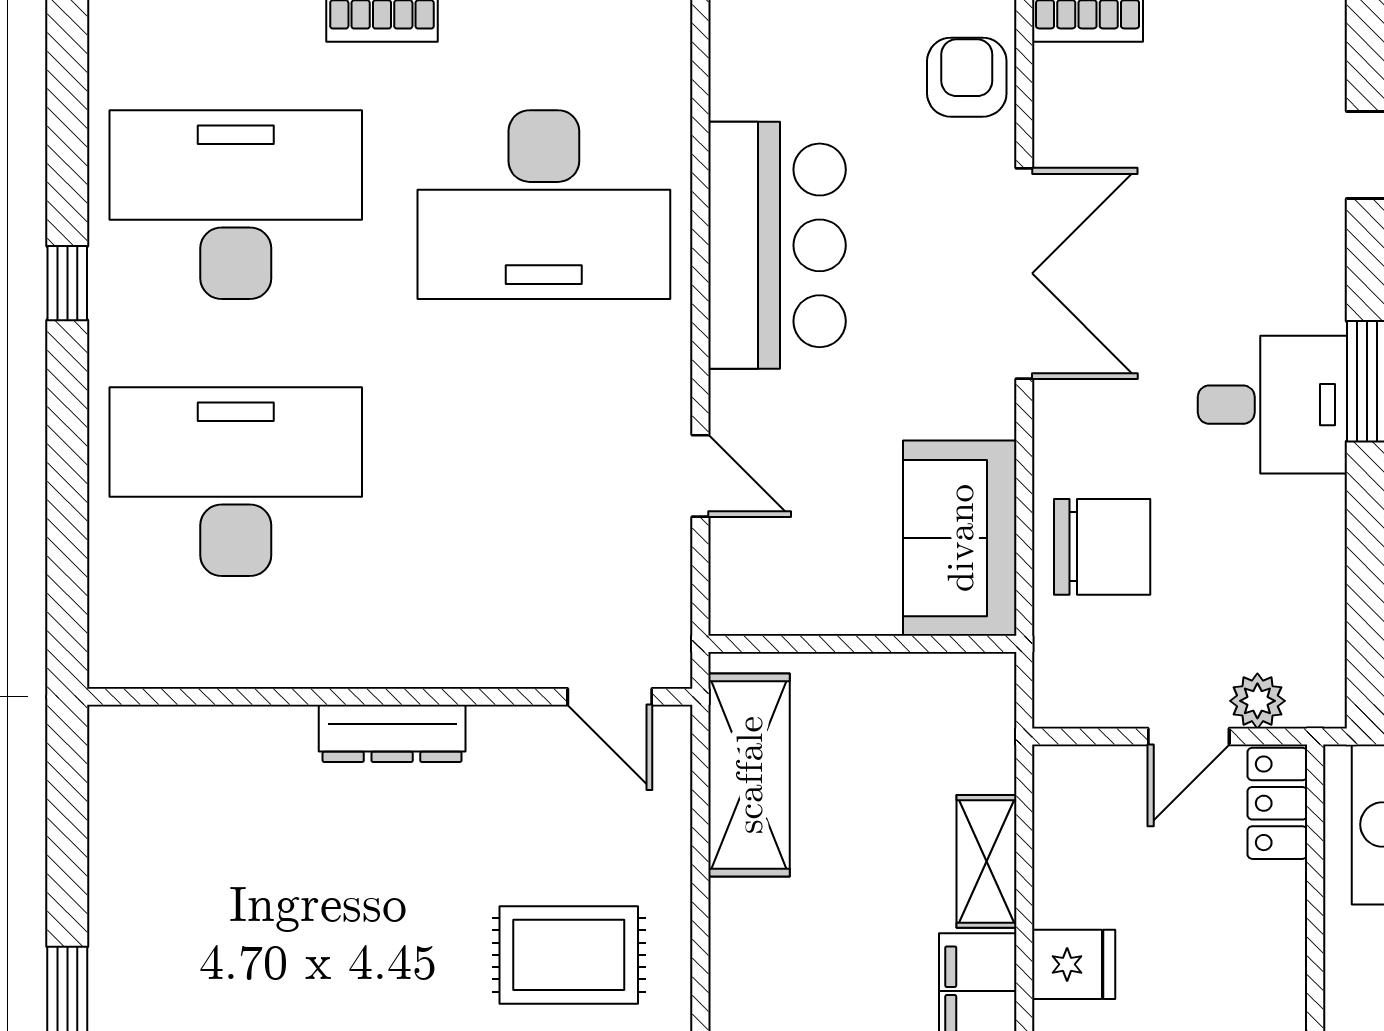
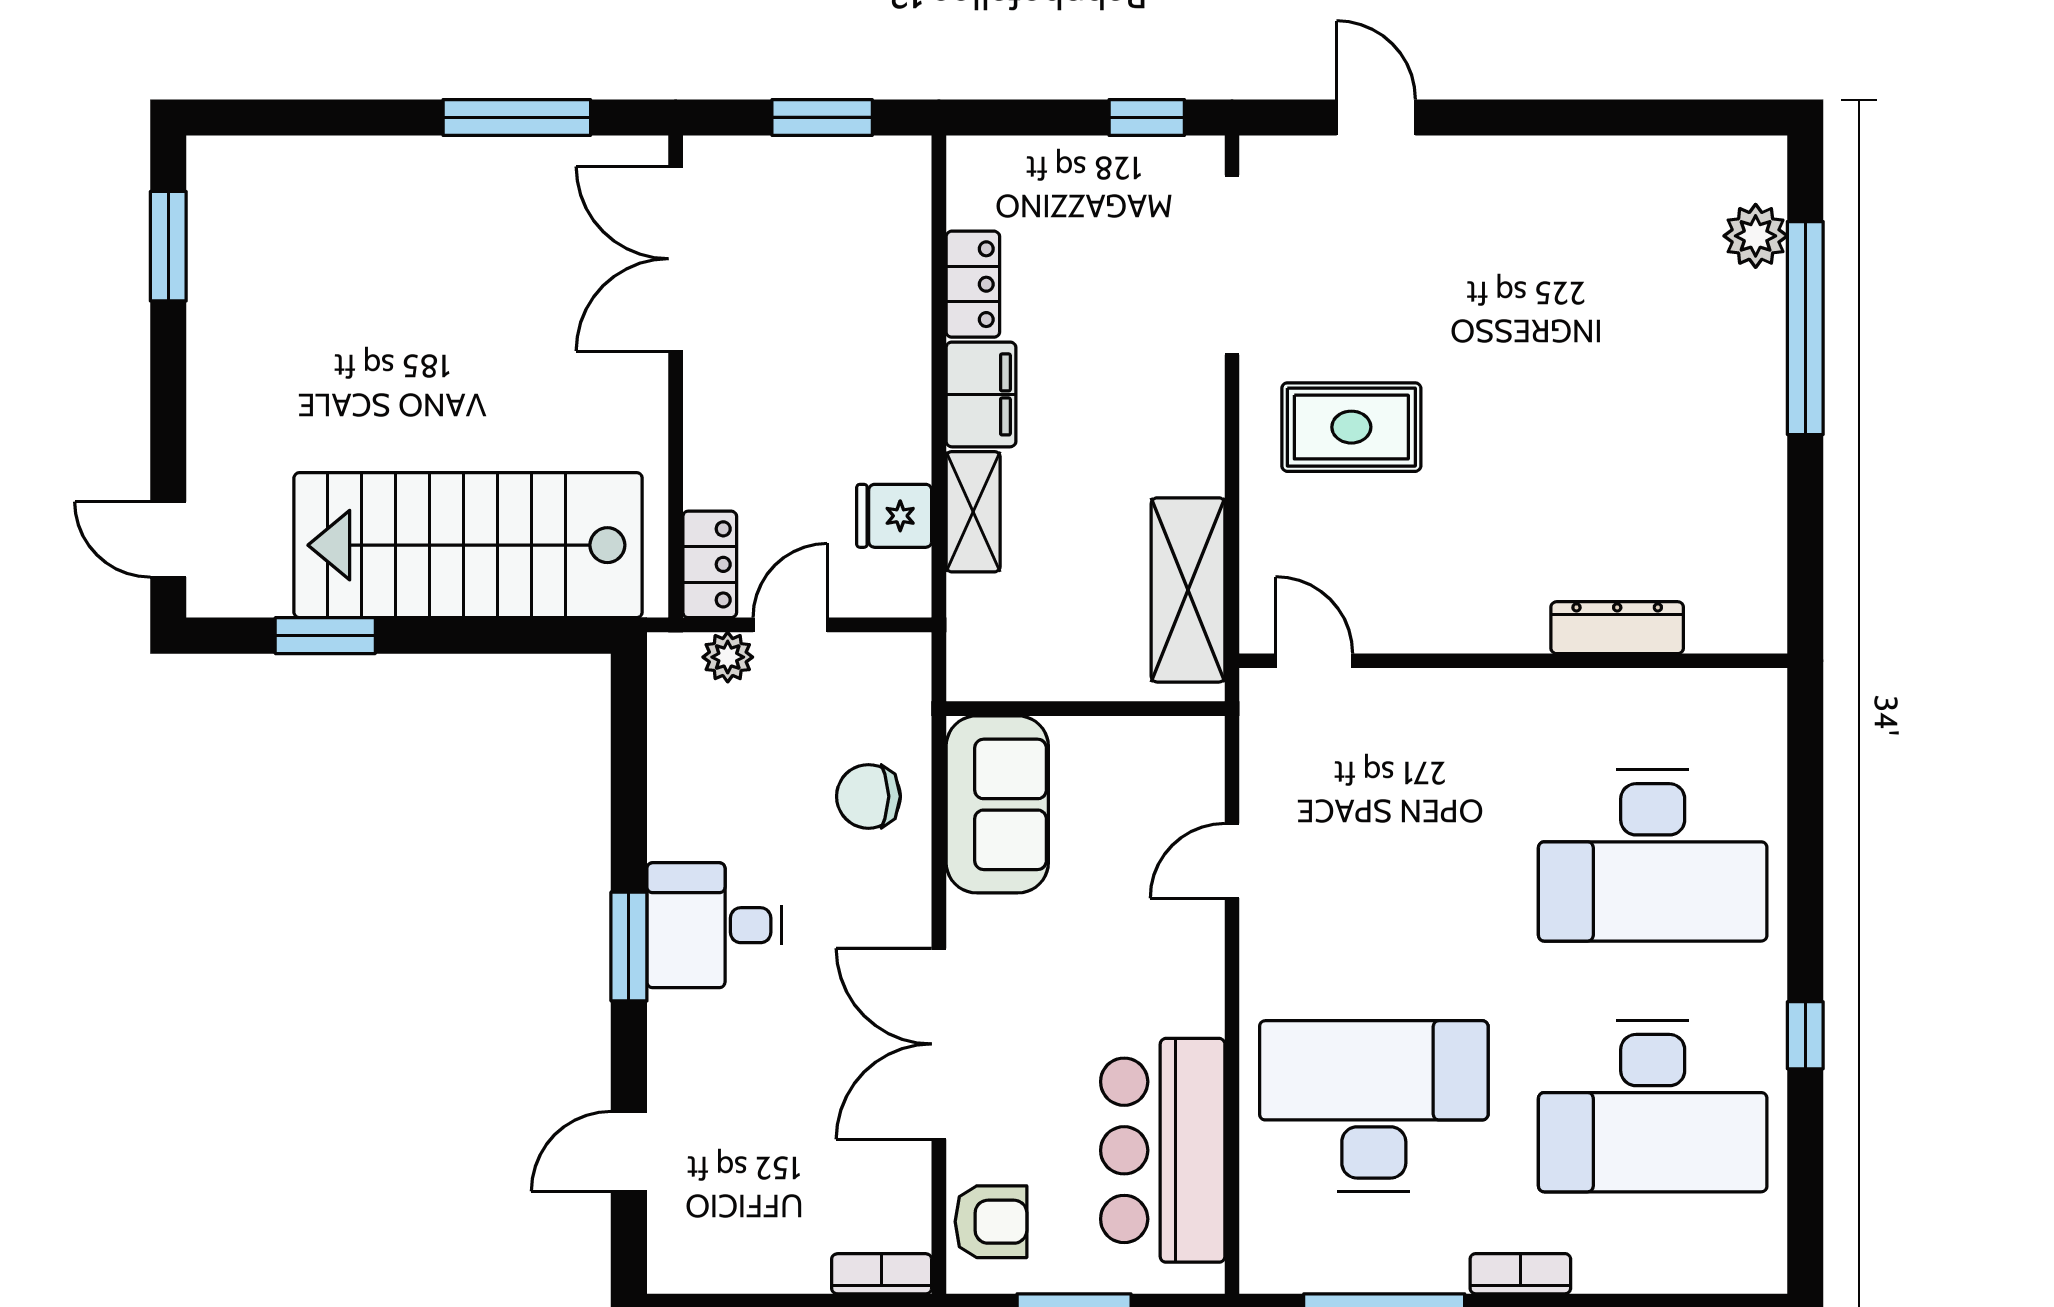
armchair: (967, 77) -> (991, 1222), turned -90
bar counter: (777, 245) -> (1163, 1150), moved
door: (700, 476) -> (1232, 861), hinge flipped
chair: (1102, 547) -> (868, 796), width x0.73, depth x0.73
dresser: (392, 733) -> (1617, 628), moved
fridge: (1074, 964) -> (894, 516), moved

